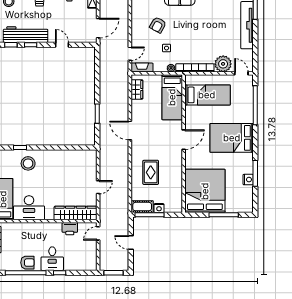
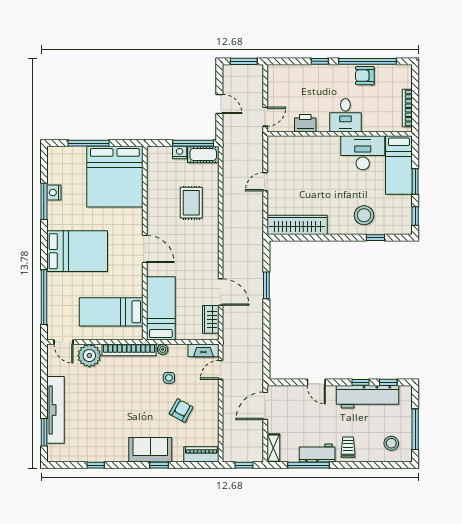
door: (130, 131) -> (221, 292), moved
door: (184, 140) -> (145, 249), swing flipped
wardrobe: (76, 213) -> (297, 225), moved, turned 180
desk: (52, 259) -> (345, 115), moved, turned 180

